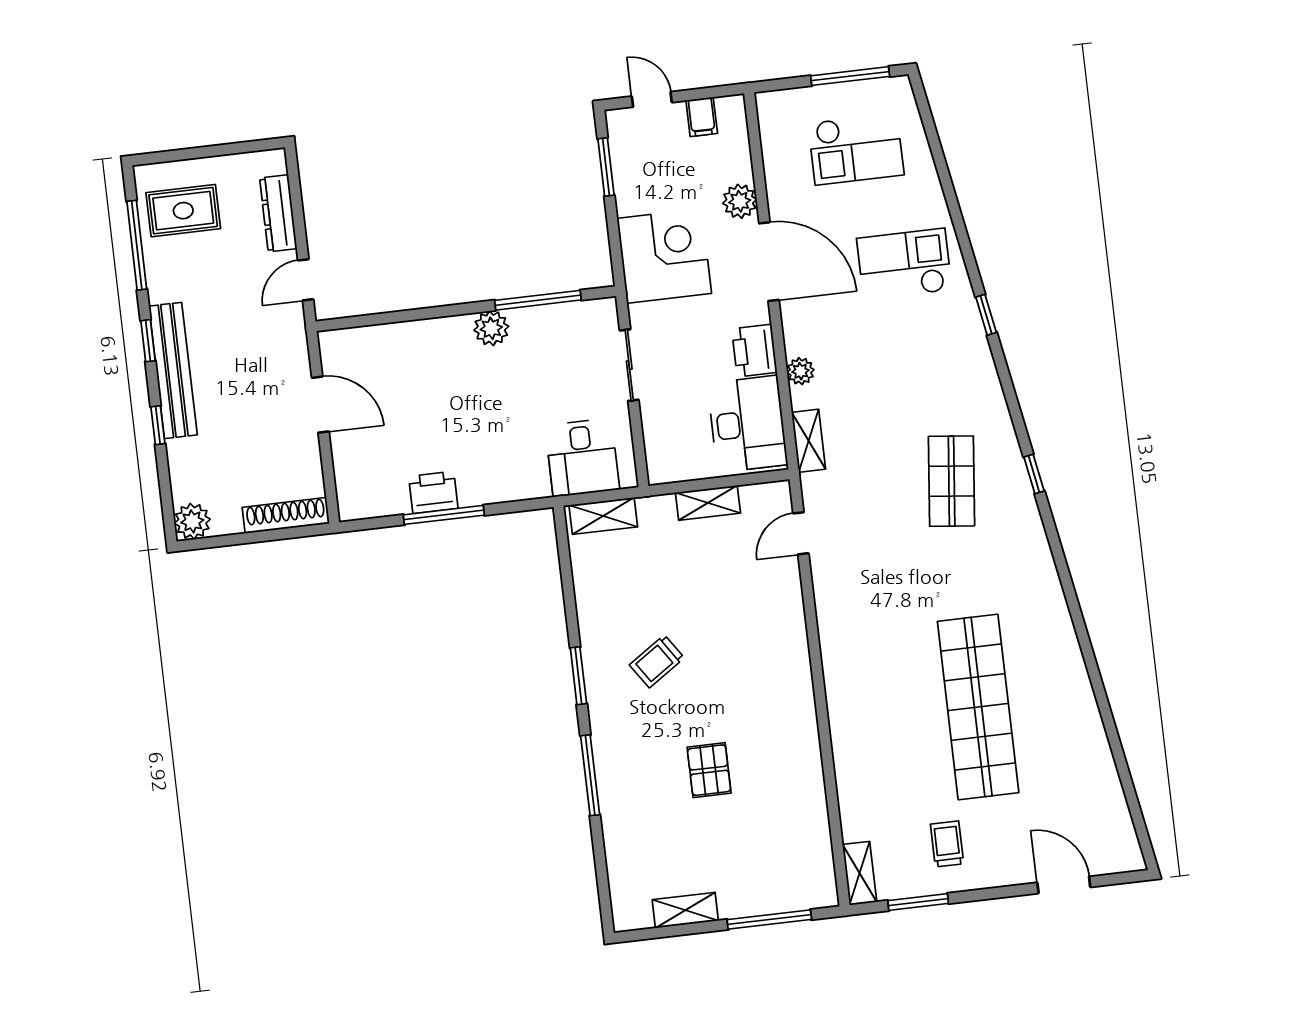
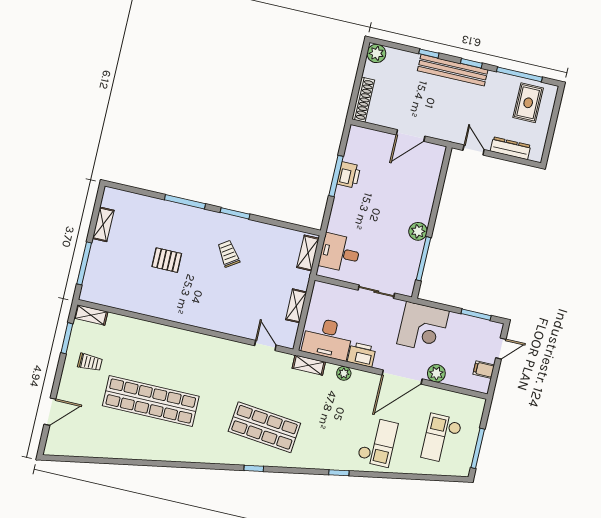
shop shelf: (952, 481) -> (264, 427), width x1.43, depth x1.36

